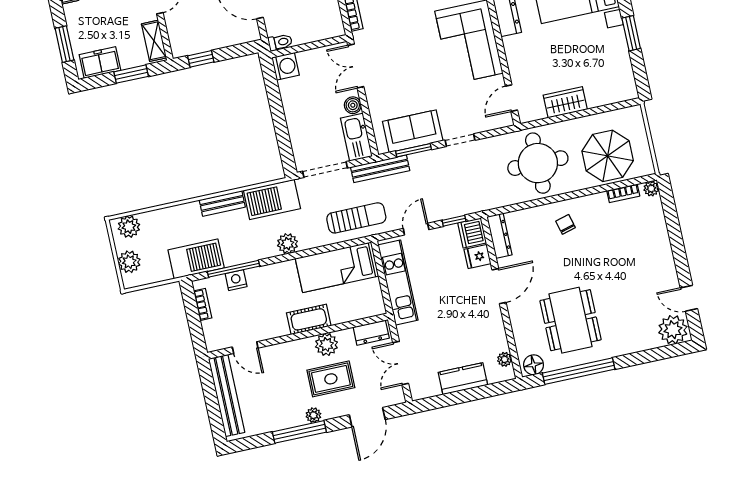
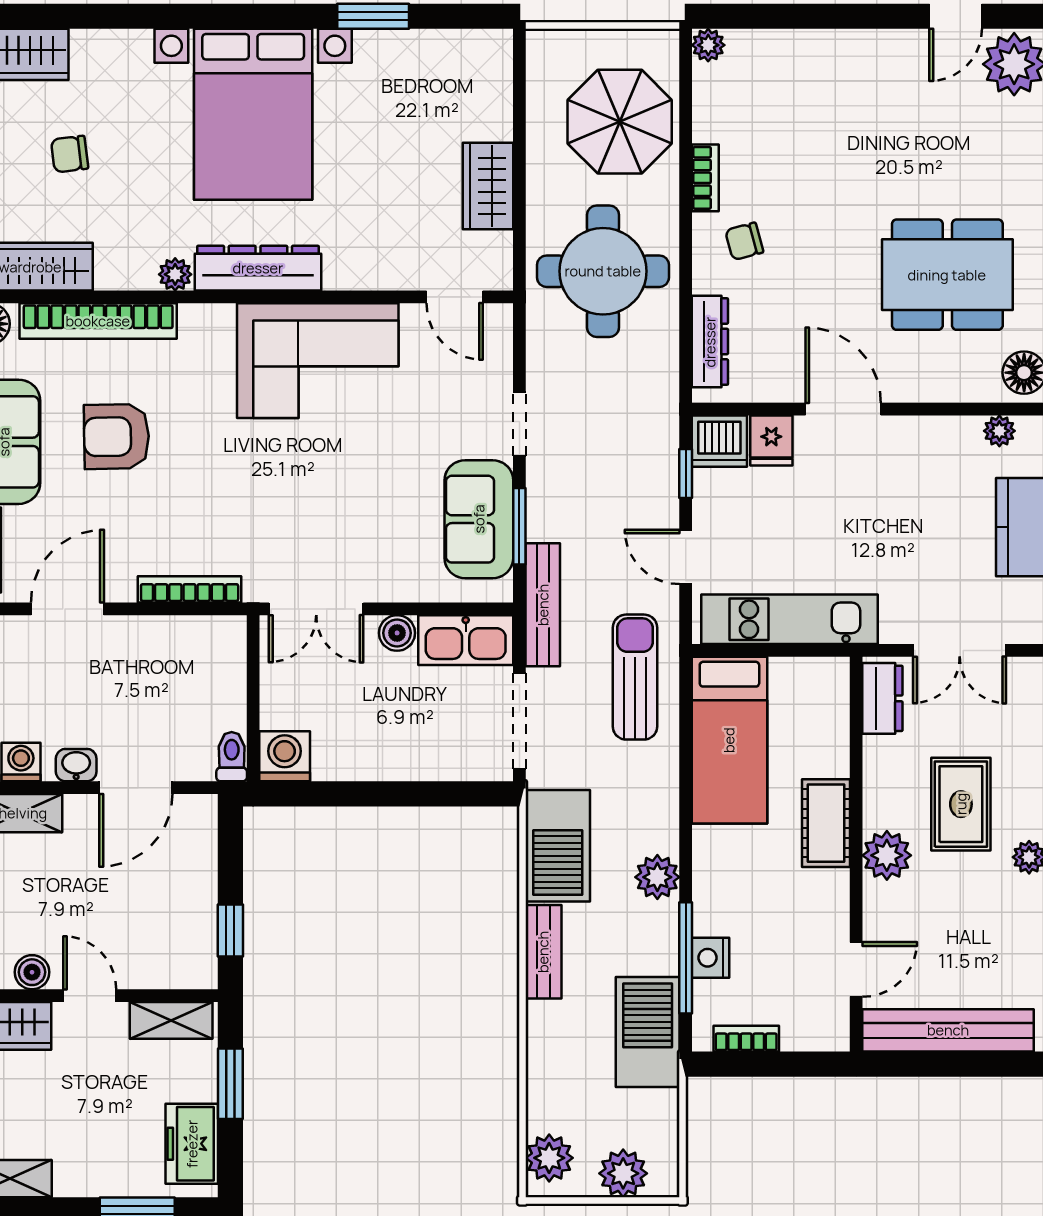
bookcase: (623, 193) -> (705, 178), moved
dresser: (499, 236) -> (710, 342), moved, turned 90
plant: (287, 244) -> (657, 877), moved
plant: (326, 345) -> (887, 855), moved

